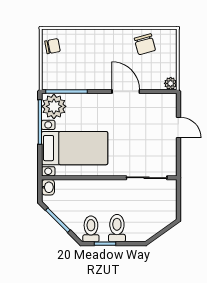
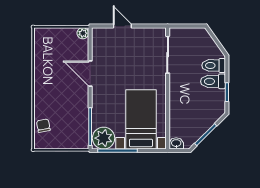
chair: (145, 44) -> (48, 56), removed
chair: (53, 46) -> (43, 126), moved
door: (126, 91) -> (90, 73), hinge flipped
door: (179, 127) -> (122, 26), hinge flipped
toilet: (91, 229) -> (214, 65), moved

